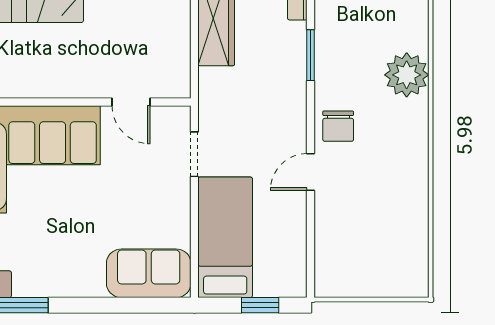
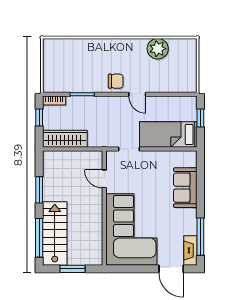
plant: (407, 75) -> (158, 49), moved
door: (131, 102) -> (104, 179), swing flipped
sofa: (149, 273) -> (185, 188), moved

